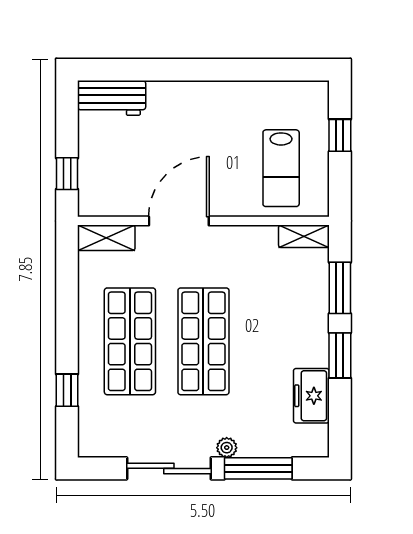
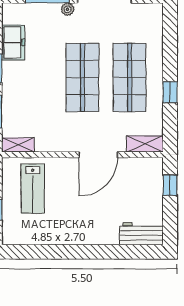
lab bench: (281, 168) -> (33, 189), turned 180
window: (67, 390) -> (170, 92), moved

